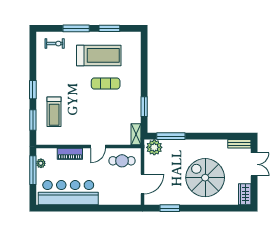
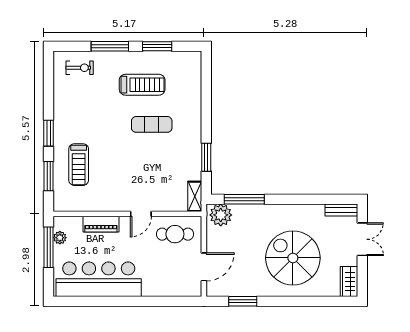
treadmill: (99, 55) -> (142, 85), width x0.73, depth x0.73

